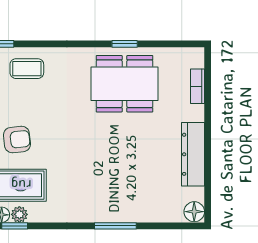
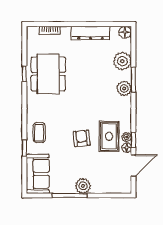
plant: (146, 207) -> (122, 61), added
plant: (100, 210) -> (124, 88), added

